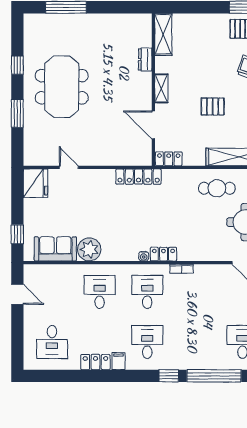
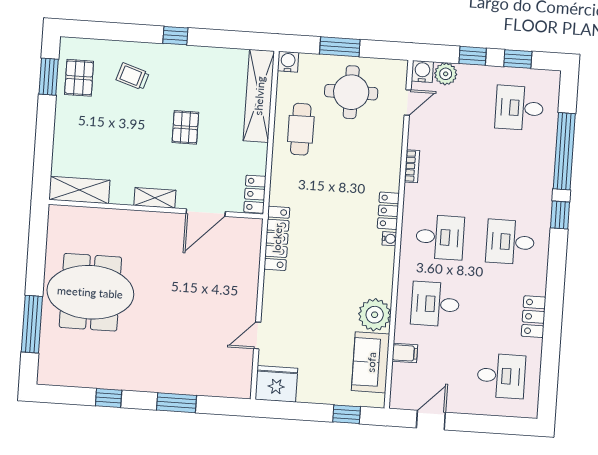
dresser: (145, 59) -> (113, 218), removed
meeting table: (62, 87) -> (90, 292), moved
bookcase: (182, 269) -> (412, 166), moved
desk: (147, 292) -> (440, 237), turned 180
filing cabinet: (118, 361) -> (405, 353), moved, turned 180

